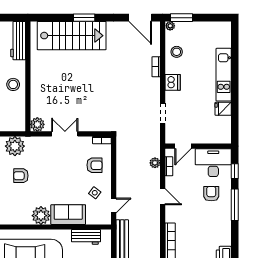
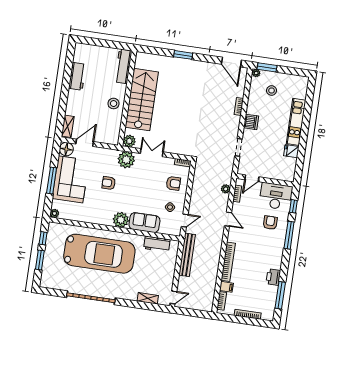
stairs: (72, 36) -> (142, 100), moved, turned -90
stool: (177, 52) -> (272, 90), moved
plant: (15, 146) -> (126, 160), moved

